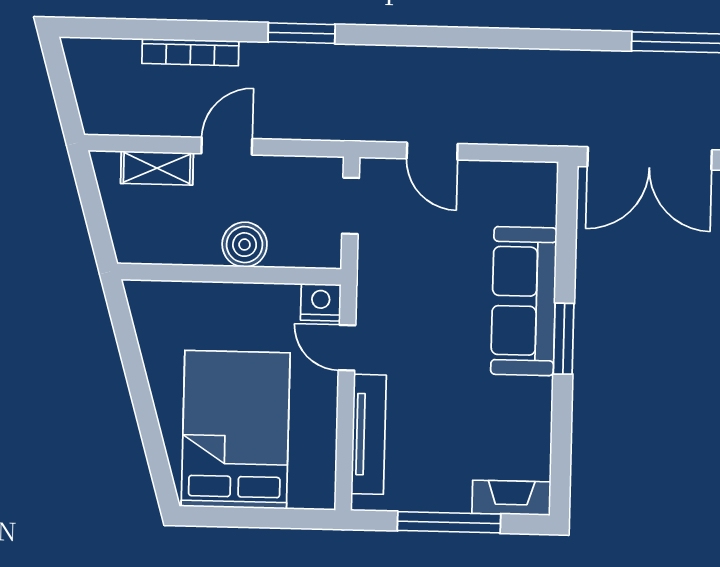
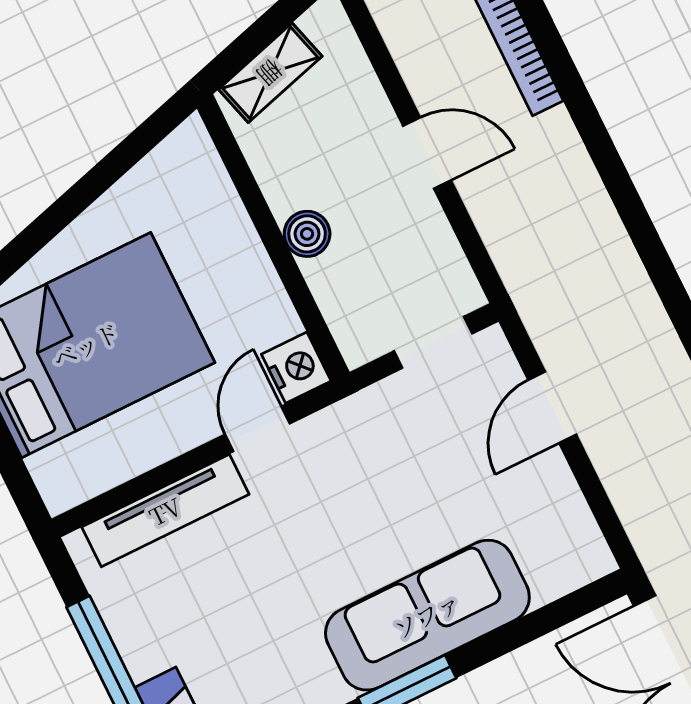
window: (302, 33) -> (613, 172), removed
shelving: (157, 168) -> (270, 73), moved, turned 74
boiler: (245, 245) -> (307, 234), width x0.73, depth x0.73

